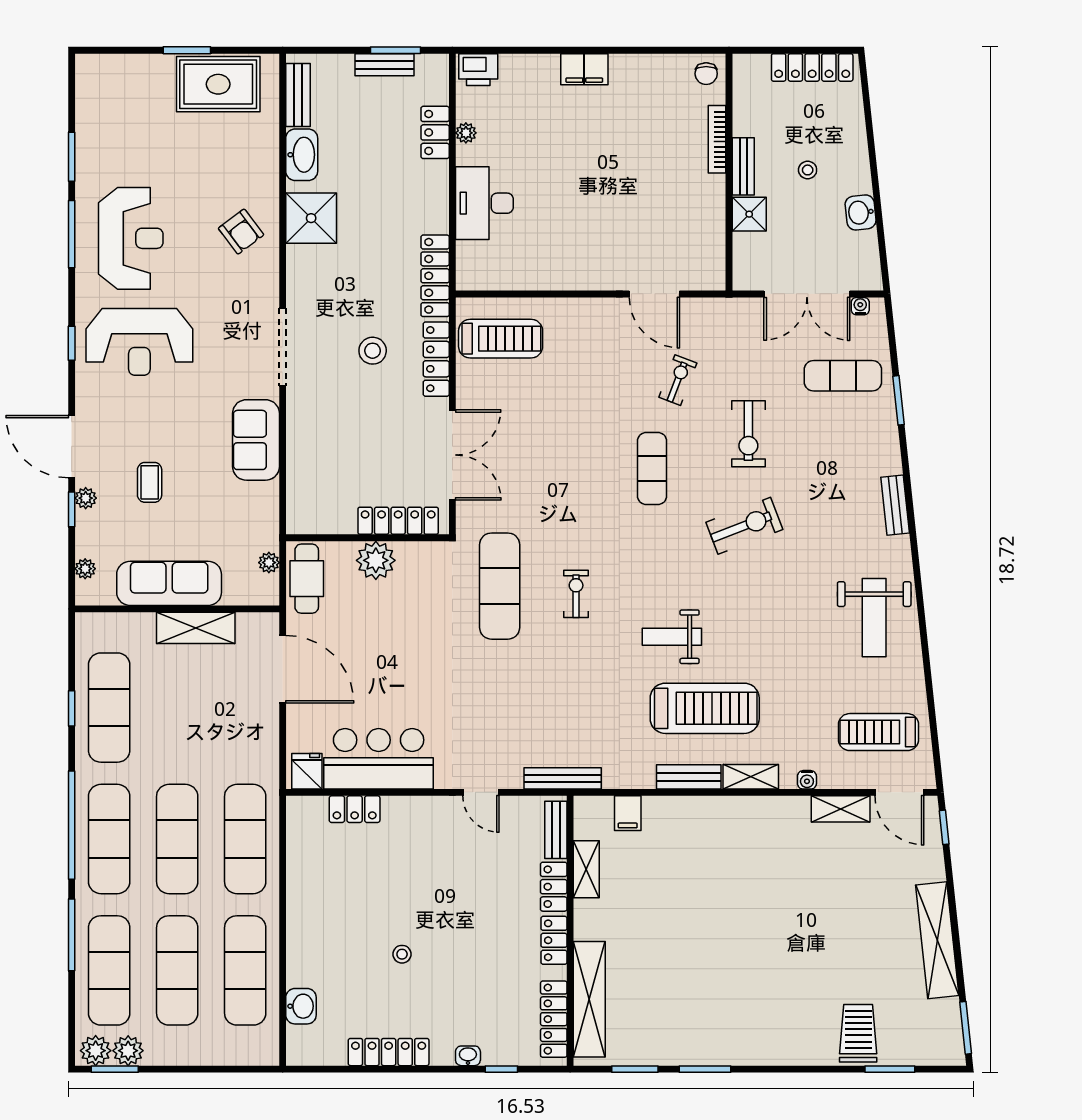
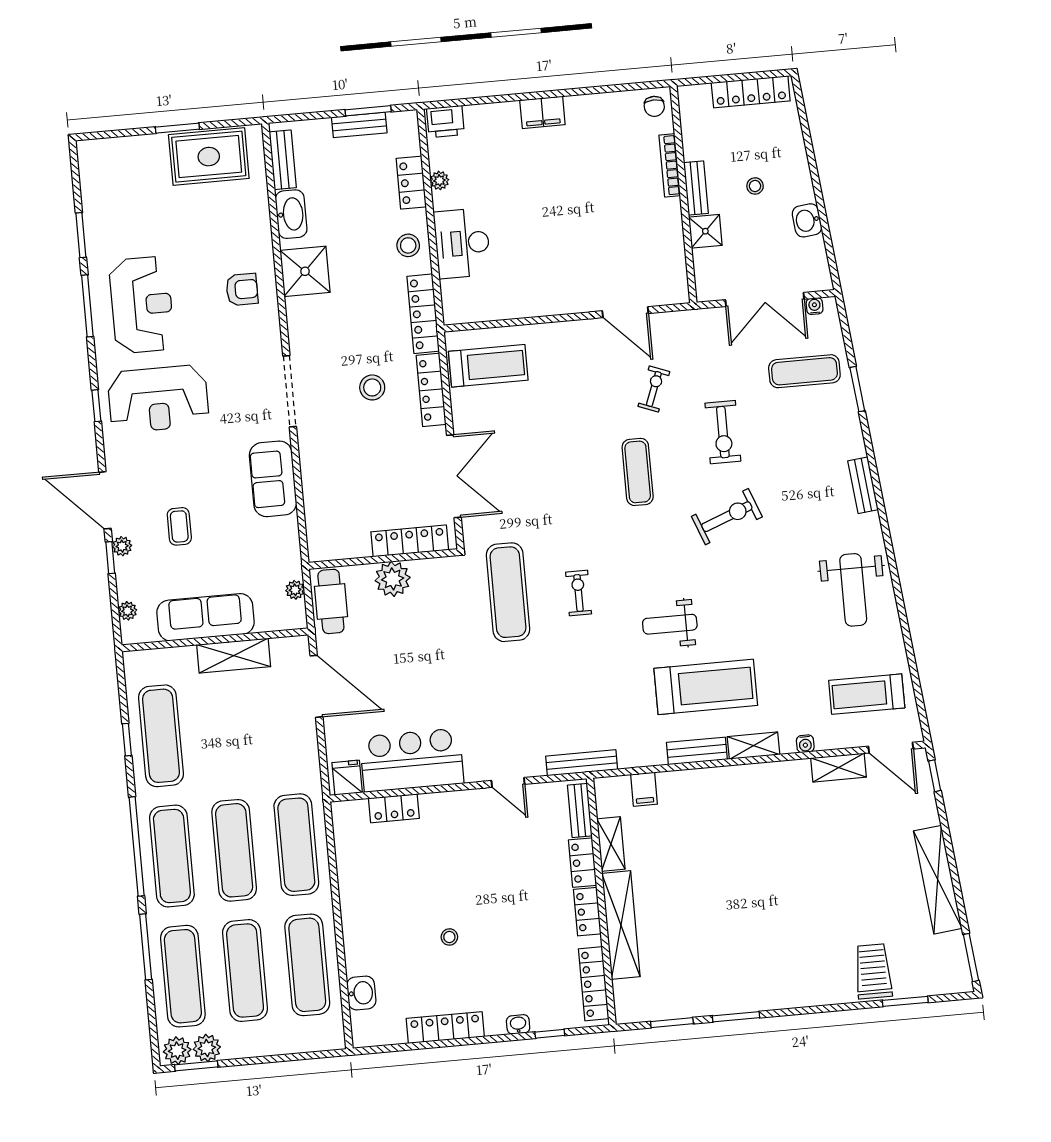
stool: (426, 200) -> (408, 245), added
armchair: (241, 232) -> (242, 289), turned -53
shelving: (589, 999) -> (621, 925), moved

